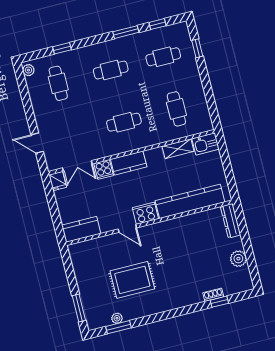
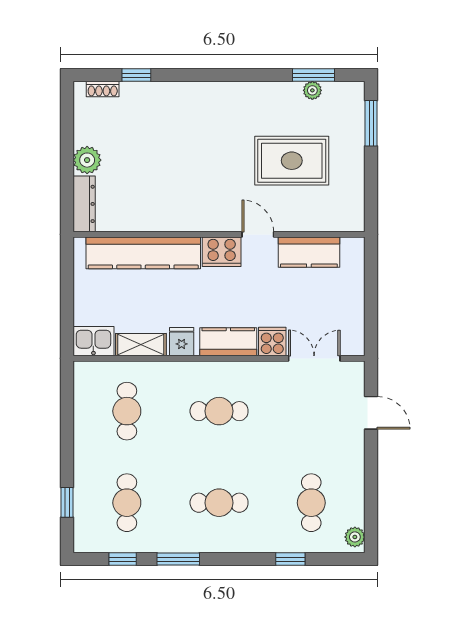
cafe table: (163, 57) -> (127, 503), turned 90
fridge: (58, 181) -> (182, 342), moved
kitchen counter: (81, 229) -> (309, 252), moved
plant: (238, 259) -> (87, 160), moved
rug: (132, 280) -> (292, 161), moved
shoe rack: (213, 295) -> (103, 89), moved

